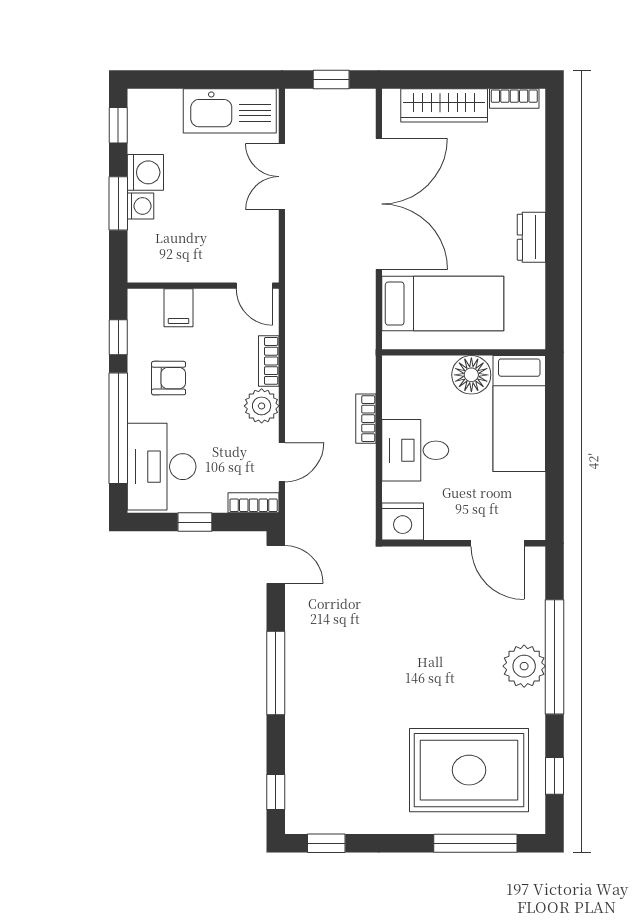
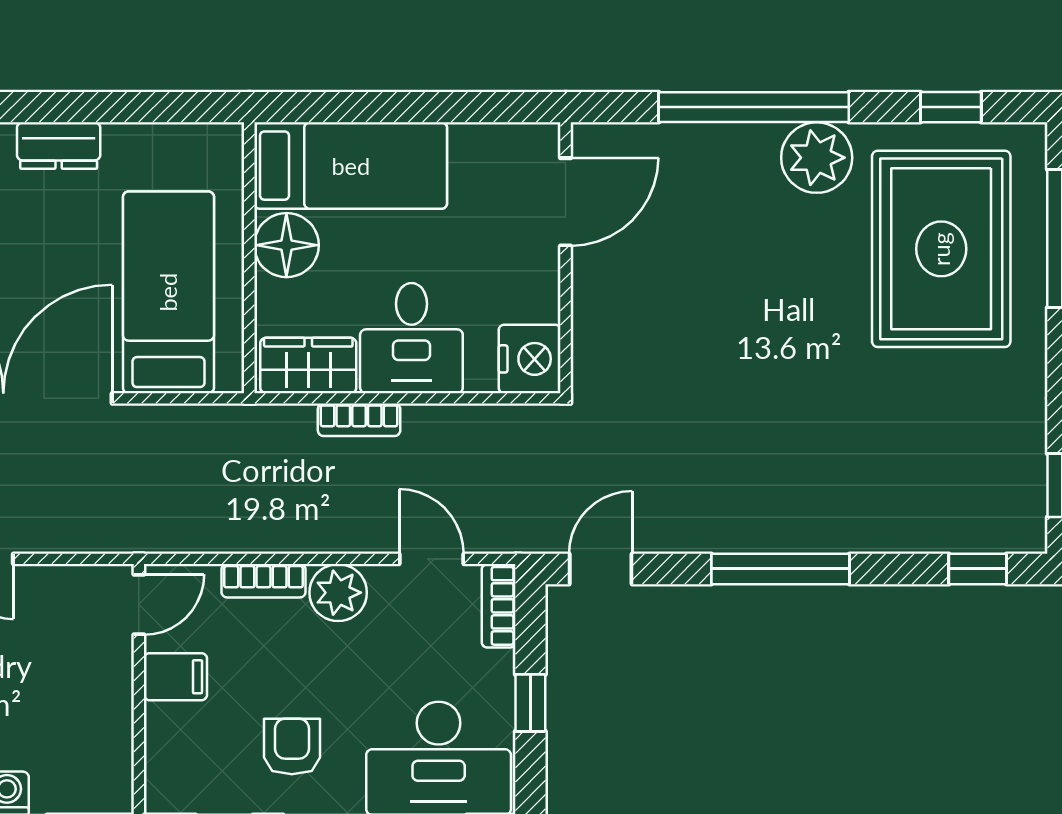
filing cabinet: (179, 308) -> (175, 677), moved
wardrobe: (399, 388) -> (308, 365), added
plant: (524, 666) -> (817, 158), moved

